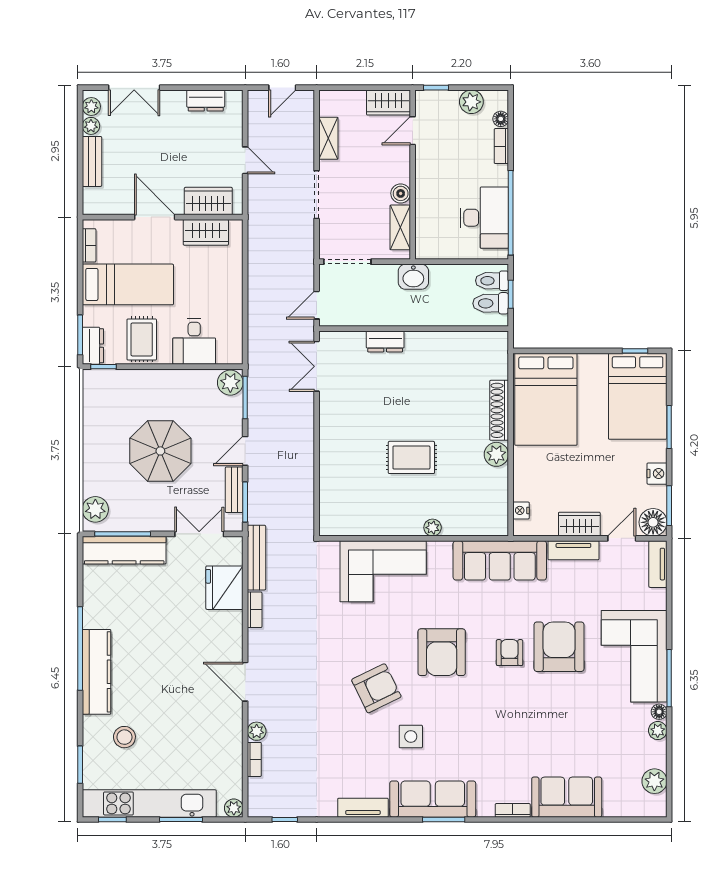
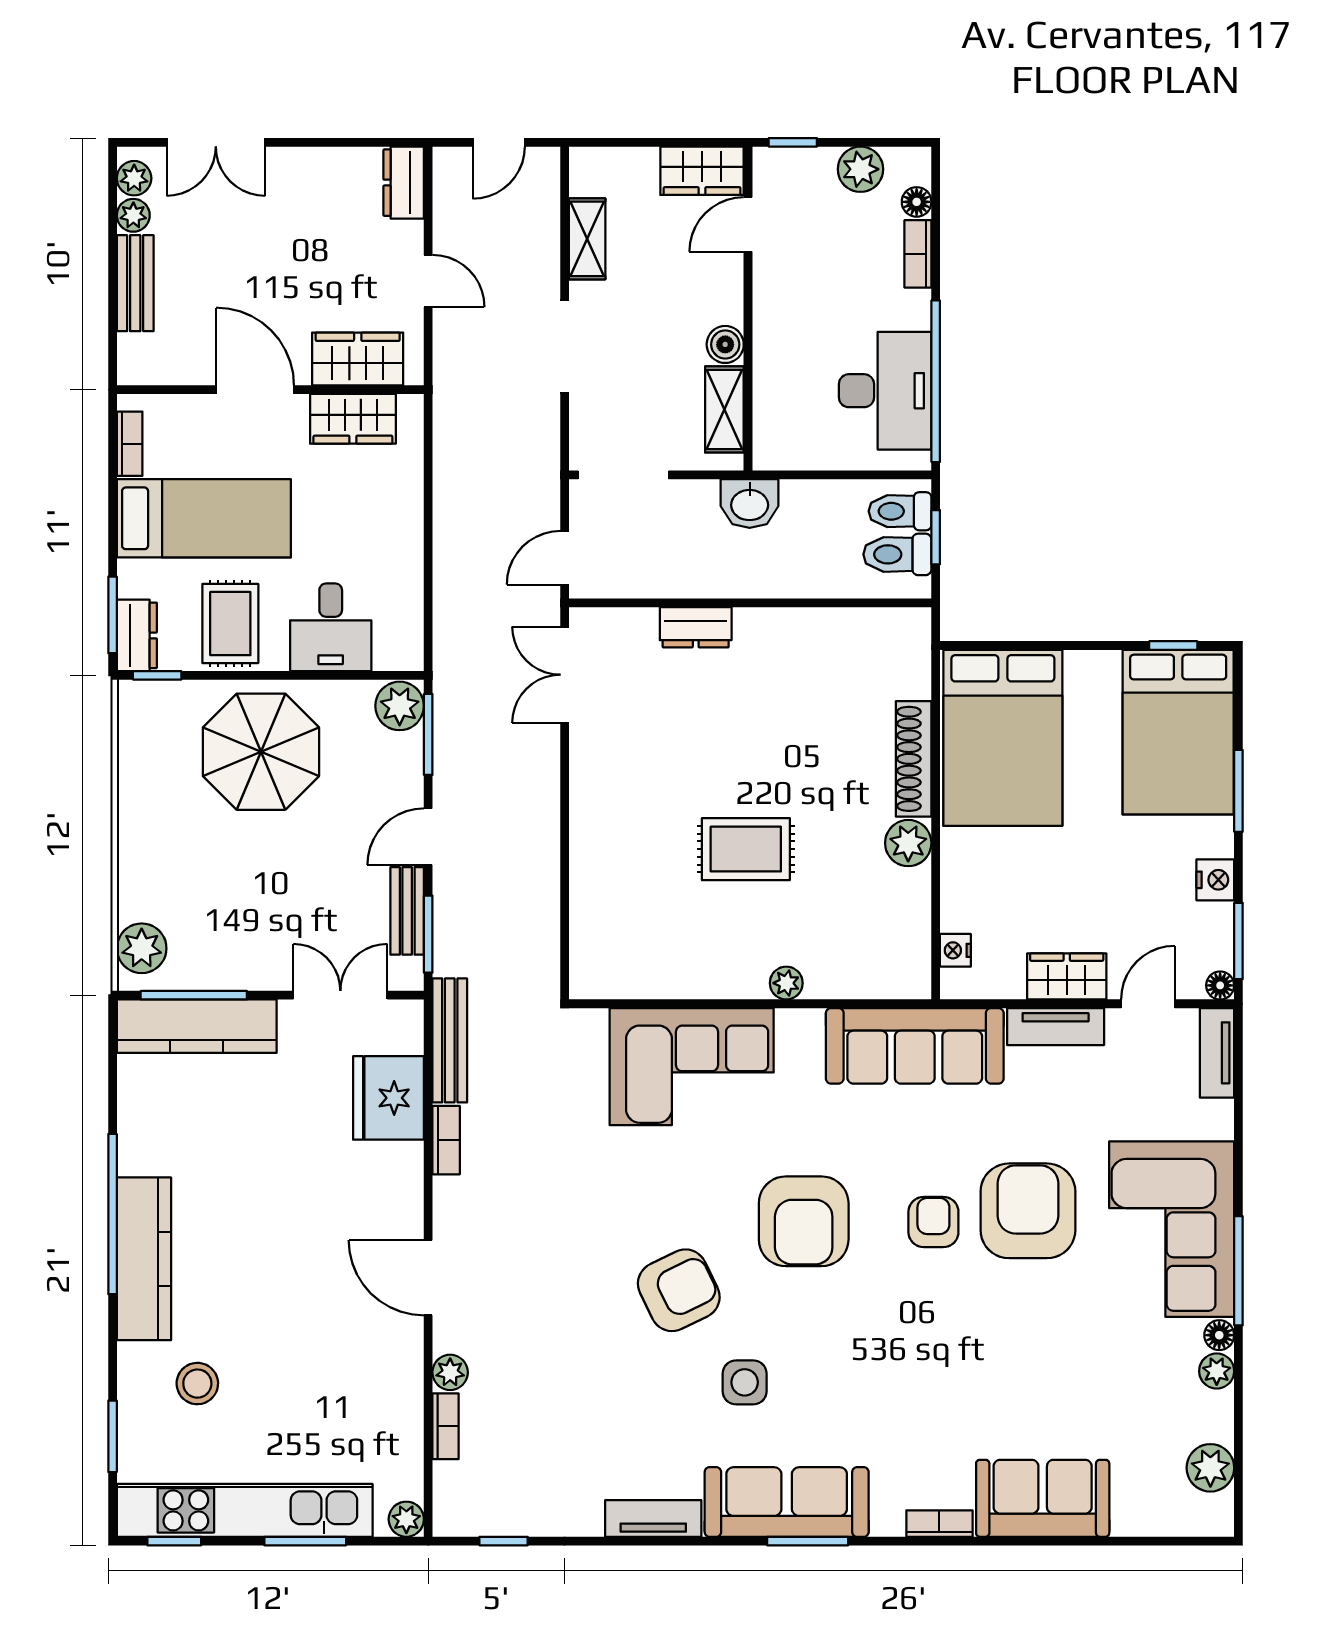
dresser: (206, 101) -> (404, 183), moved, turned 90
parasol: (160, 451) -> (261, 752), moved
floor lamp: (653, 522) -> (1220, 985), width x0.53, depth x0.53

